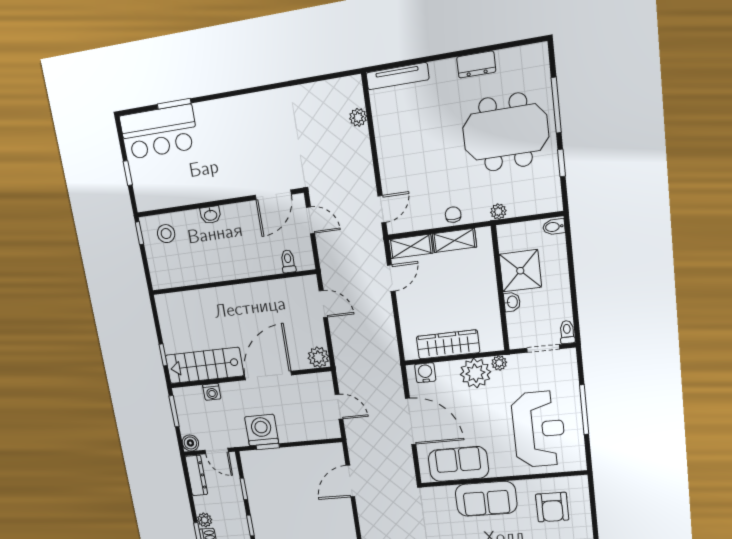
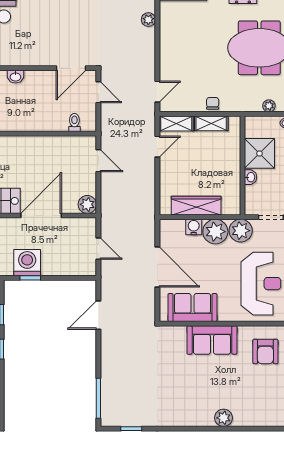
plant: (498, 212) -> (269, 106), moved
plant: (499, 363) -> (241, 231), width x1.87, depth x1.87
water cooler: (425, 373) -> (194, 227), moved

